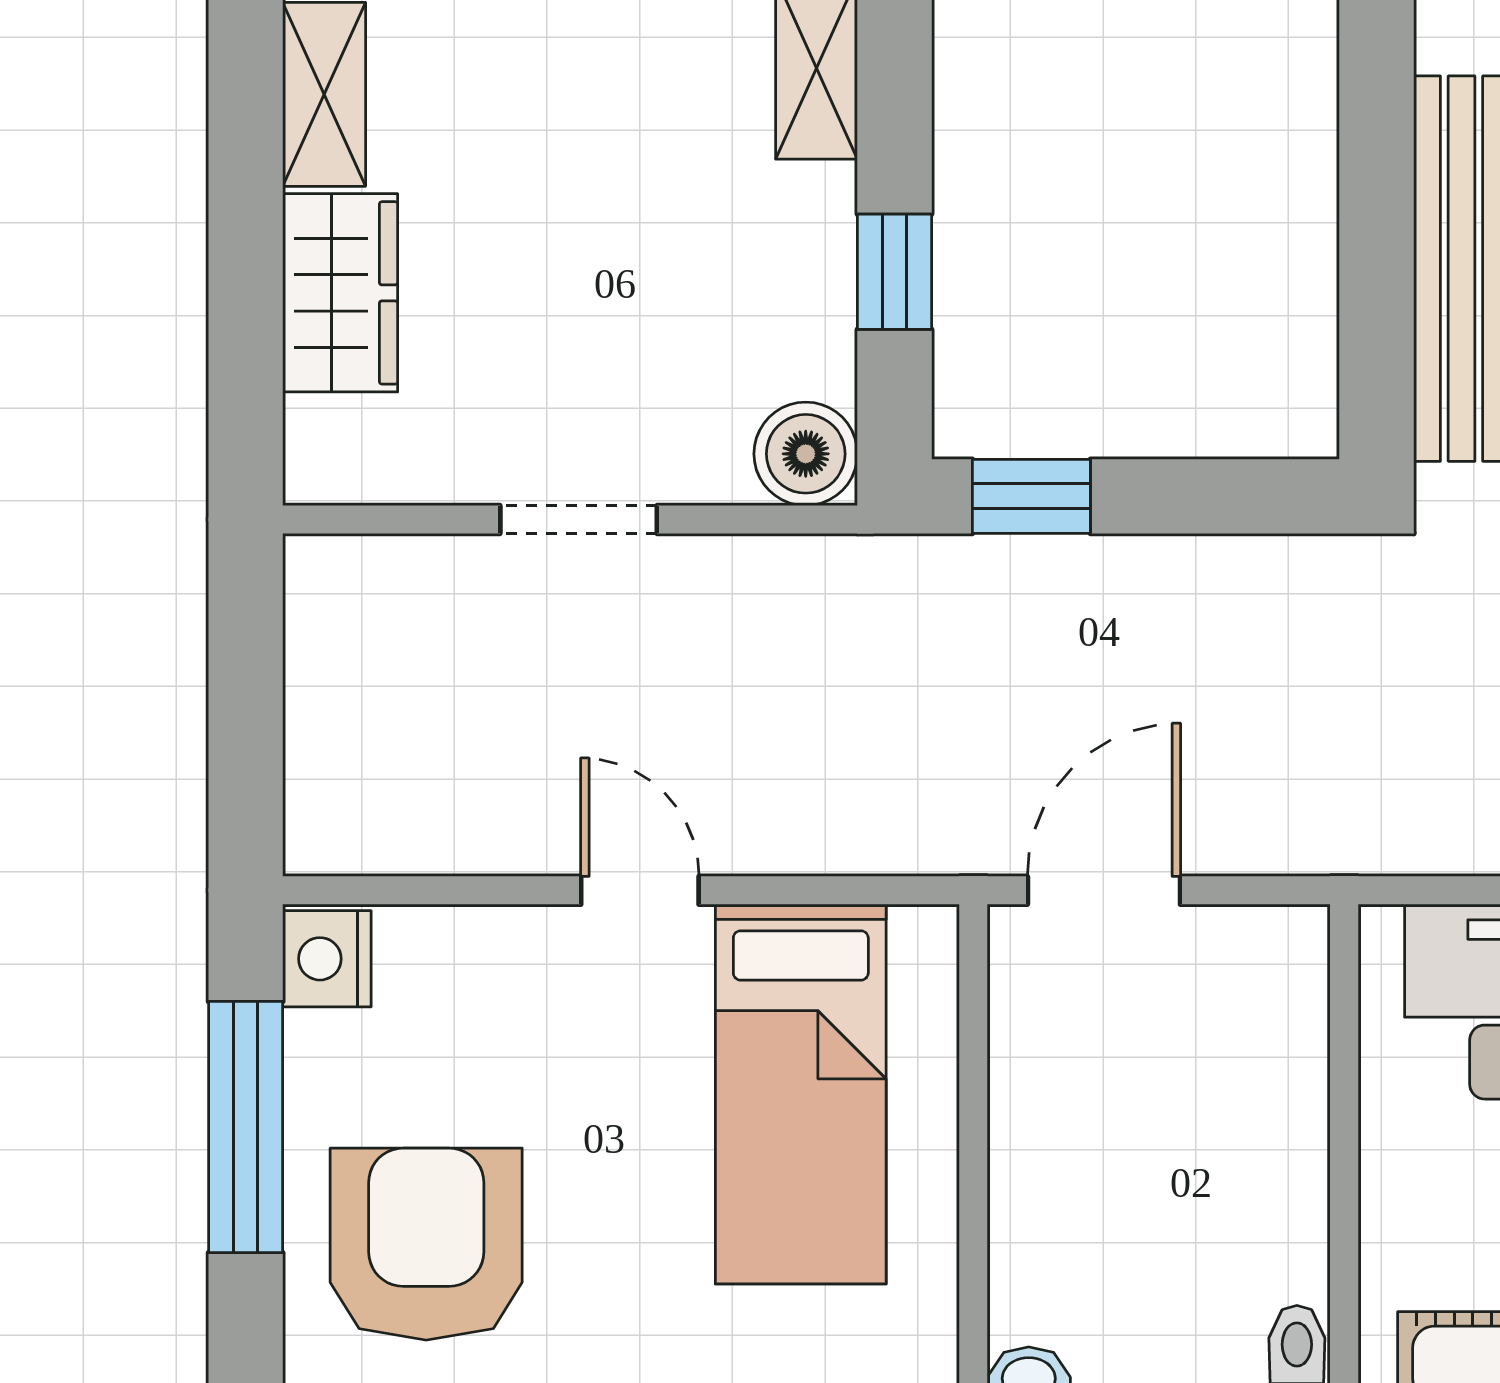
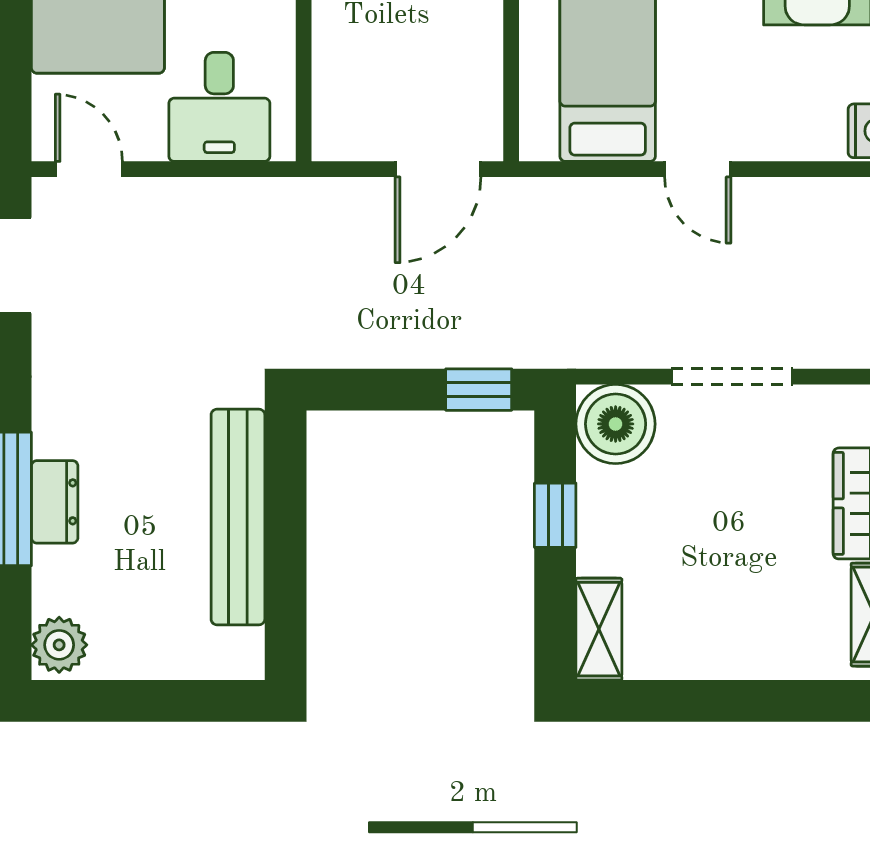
boiler: (806, 454) -> (616, 424), width x1.37, depth x1.37
doorway: (579, 520) -> (732, 377), width x1.38

